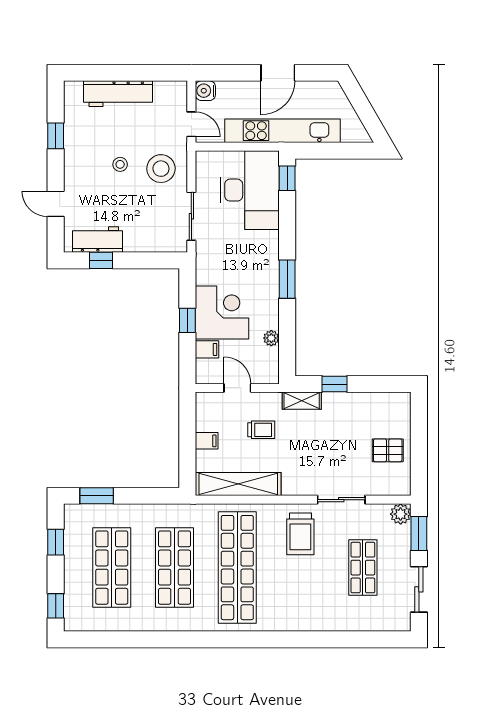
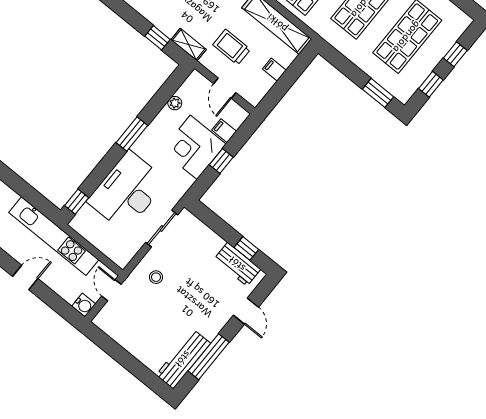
door: (278, 73) -> (25, 277), width x0.73
workbench: (118, 94) -> (183, 359), moved, turned -90
window: (56, 136) -> (209, 357), width x2.17
stool: (120, 164) -> (181, 302), removed
stool: (161, 169) -> (156, 277), width x0.53, depth x0.53
desk: (250, 190) -> (127, 191), moved
trolley: (261, 430) -> (232, 47), width x1.36, depth x1.39
window: (56, 606) -> (455, 54), moved

